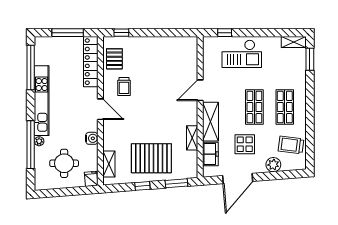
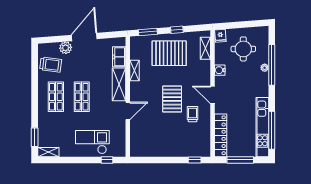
pallet: (114, 59) -> (172, 99), moved, width x1.50, depth x1.42
kitchen unit: (42, 101) -> (262, 127), moved
display table: (245, 144) -> (90, 65), removed
door: (238, 178) -> (84, 37), moved

